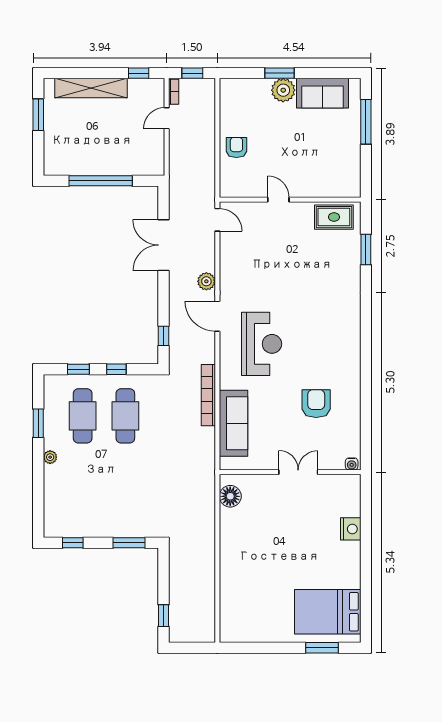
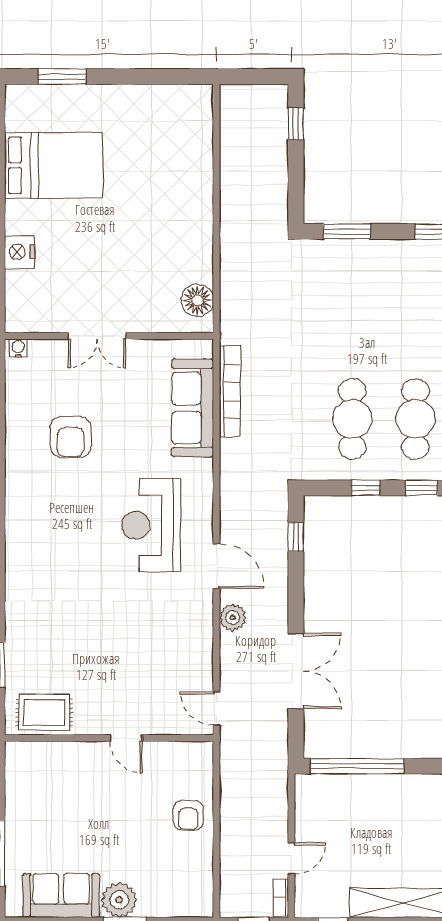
window: (101, 181) -> (357, 766), moved
bookcase: (208, 395) -> (230, 391), moved
bed: (328, 612) -> (53, 165), moved

